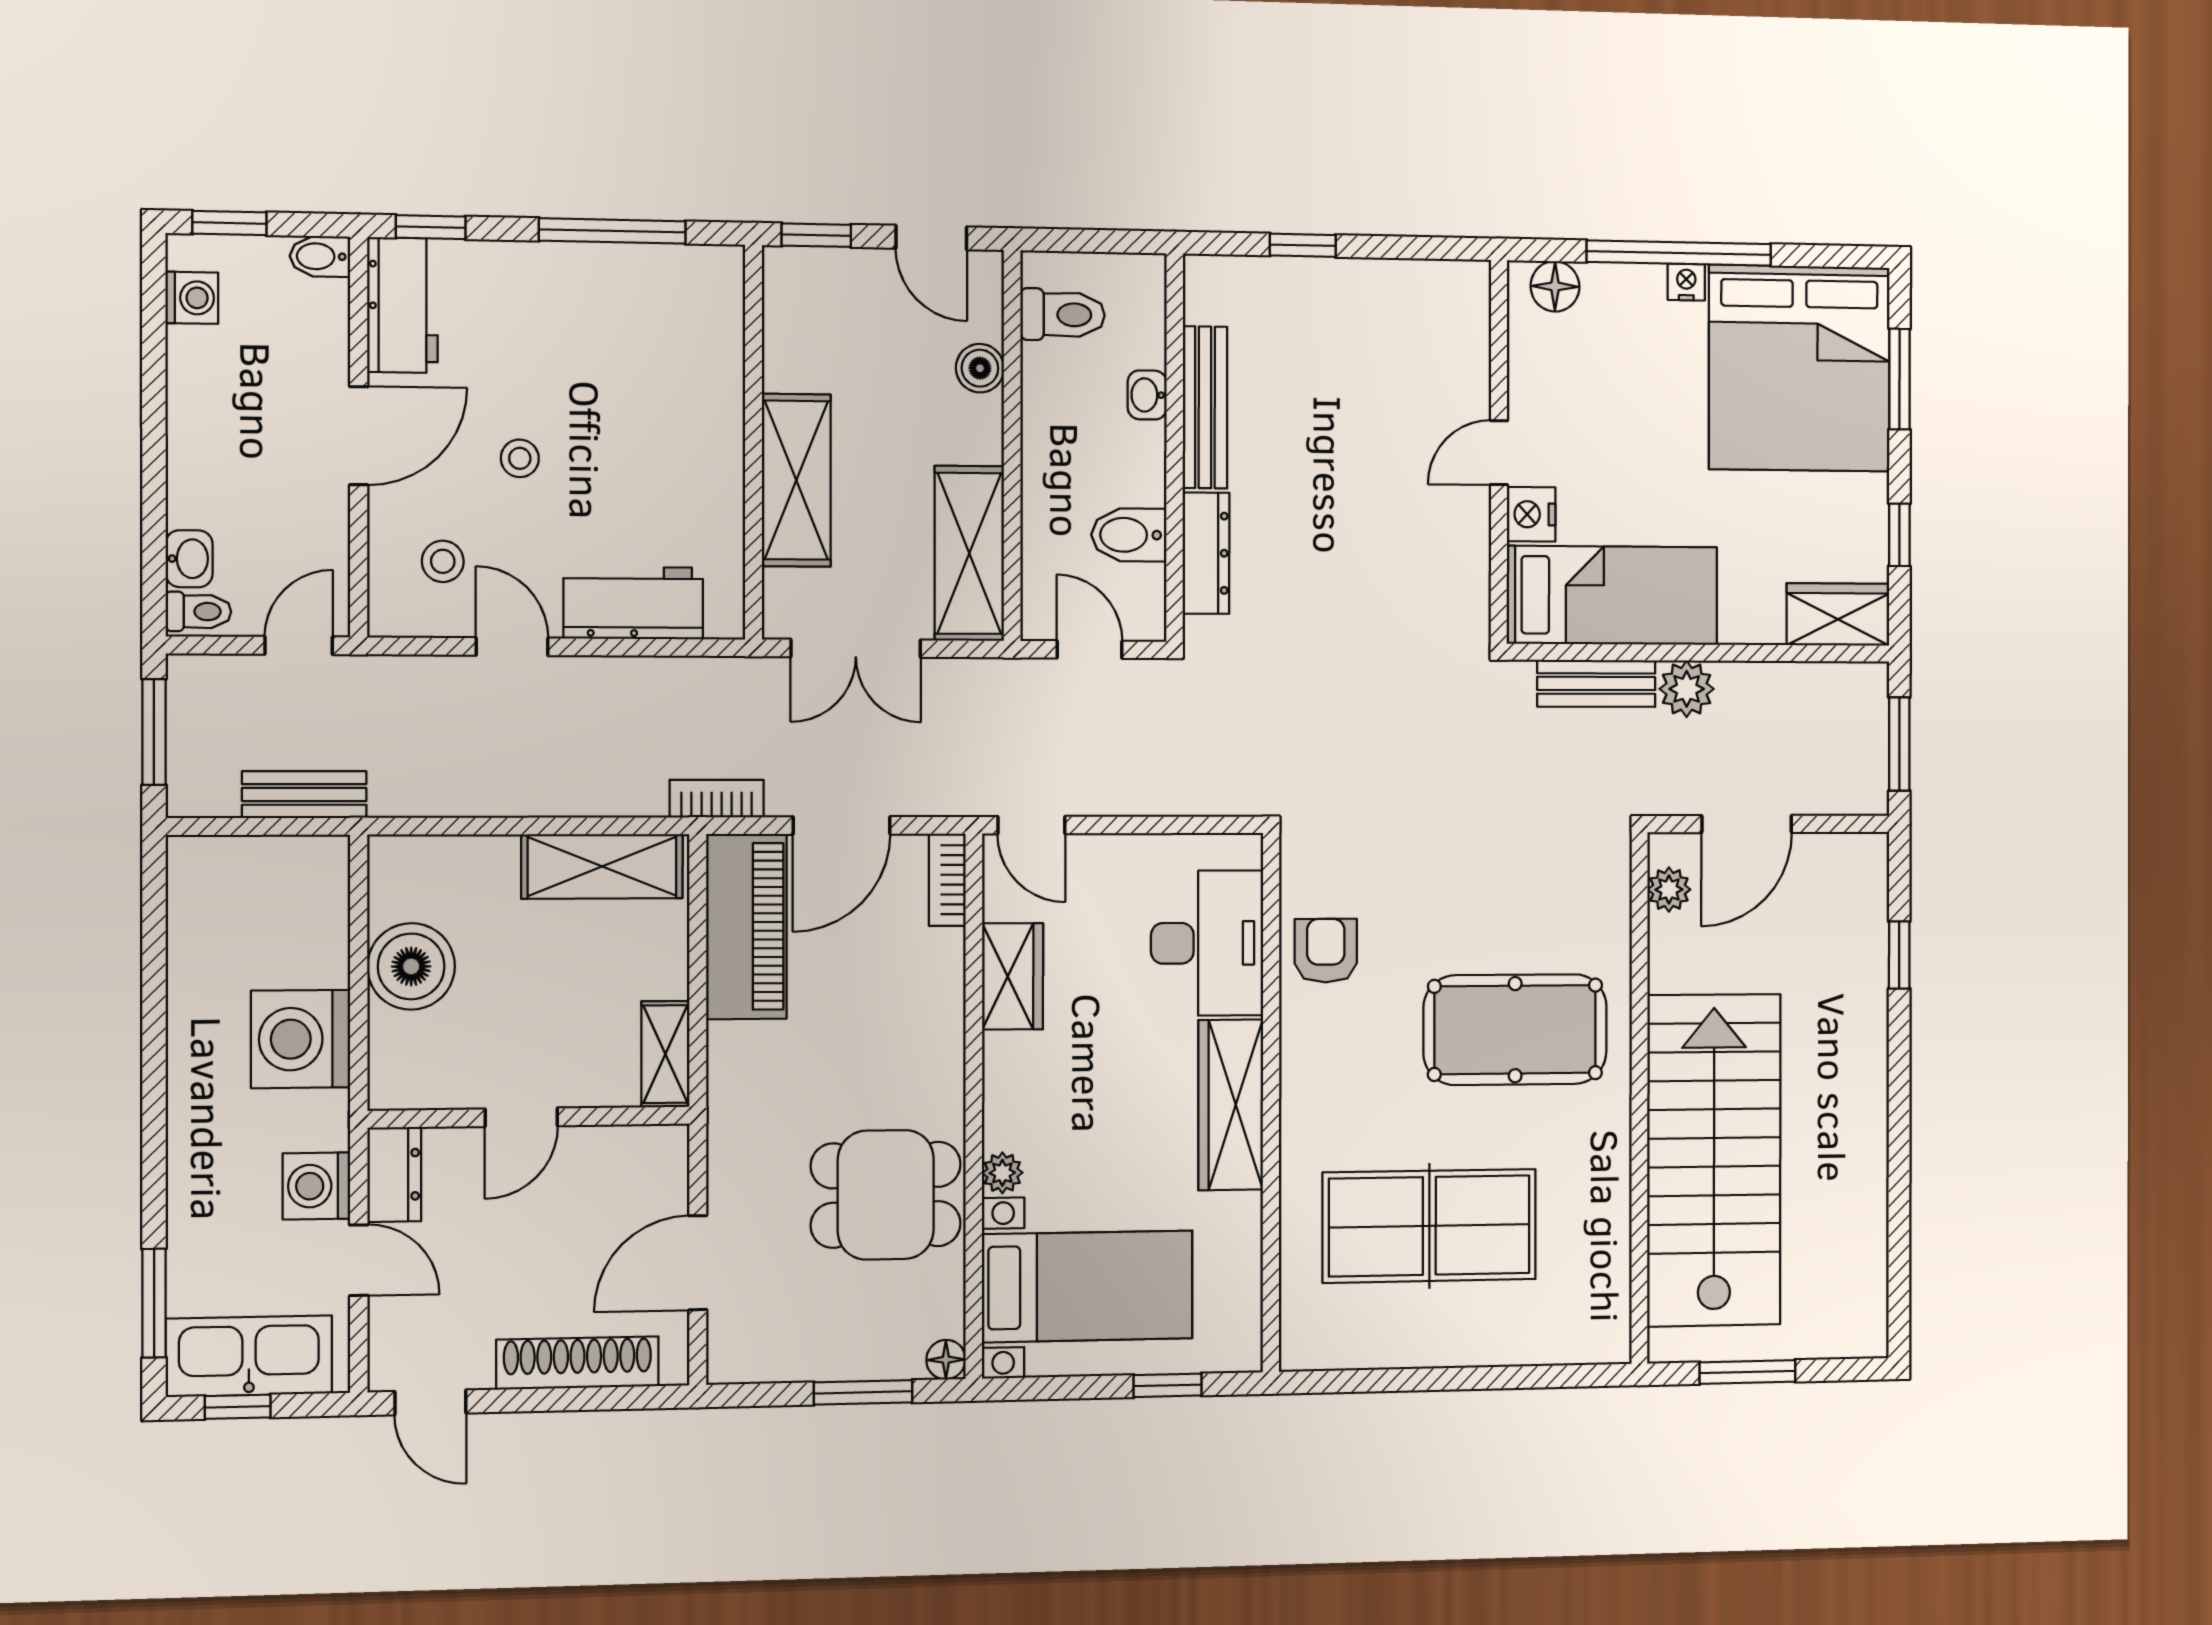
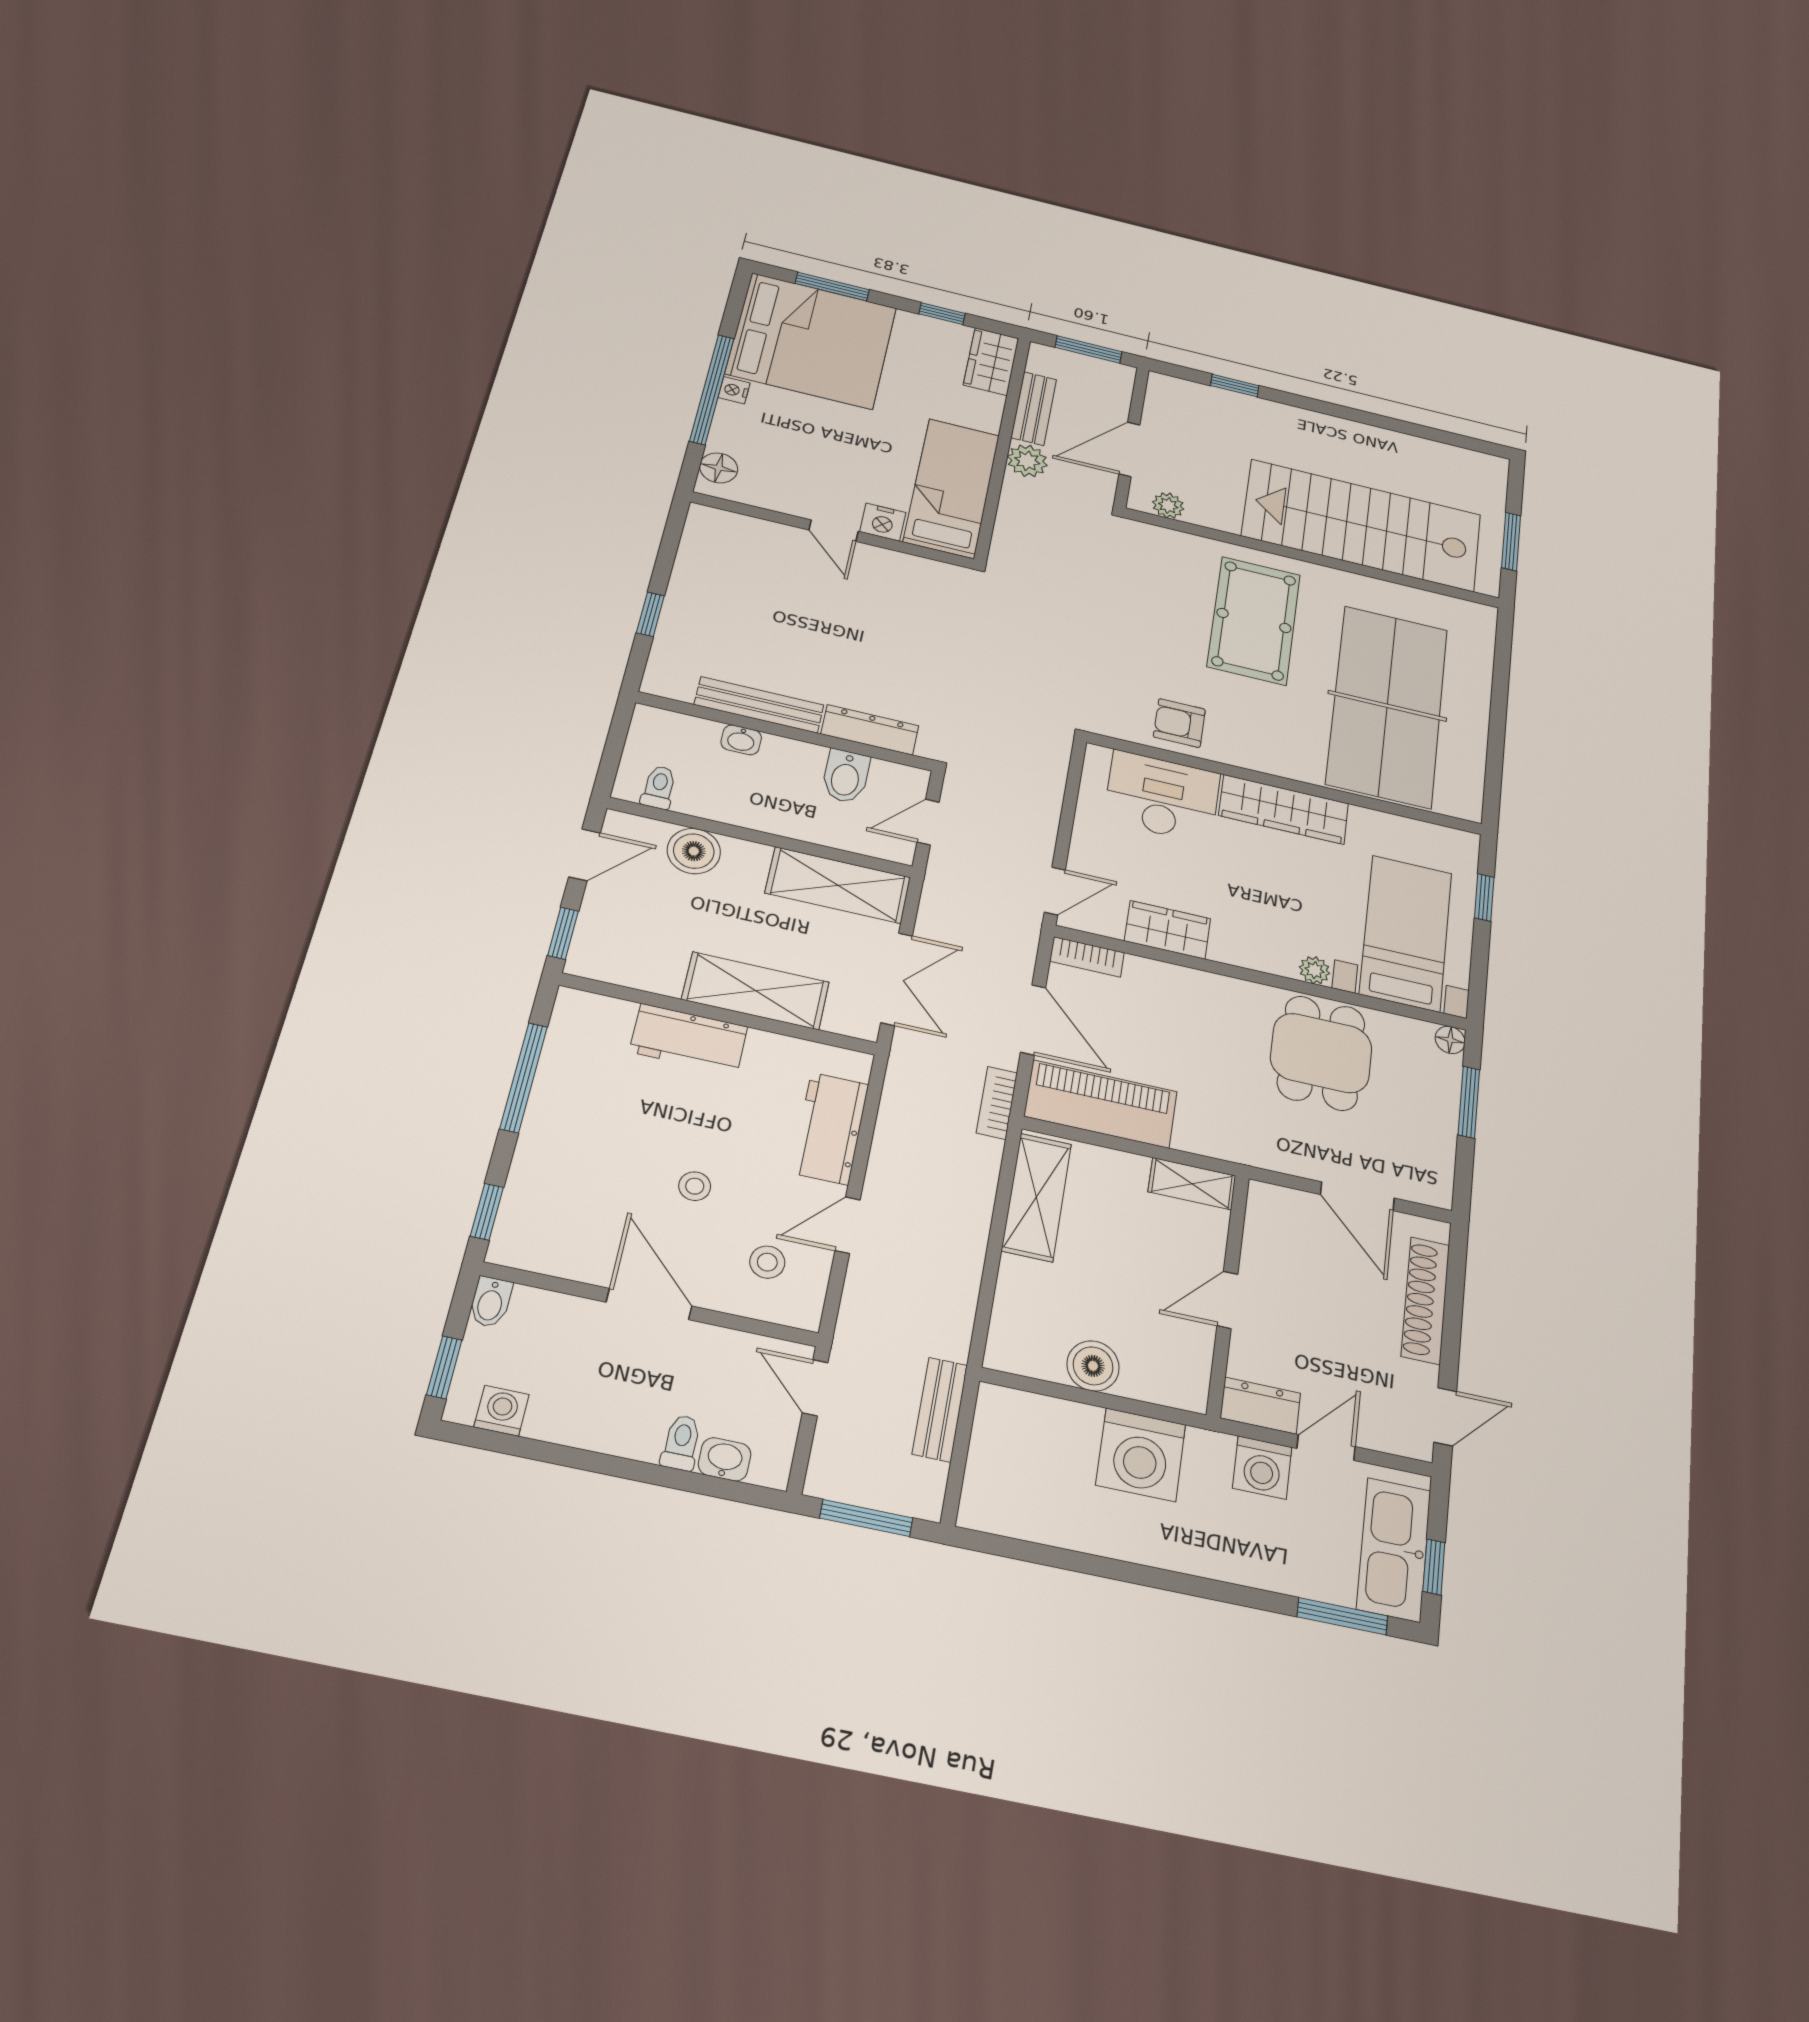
workbench: (403, 305) -> (689, 1039), moved, turned 180
toilet: (1063, 315) -> (659, 787), width x0.73, depth x0.72
boiler: (980, 368) -> (694, 851), width x1.36, depth x1.36
toilet: (198, 612) -> (681, 1443), moved
bench: (1596, 684) -> (1034, 408), moved
door: (1747, 824) -> (1129, 449), swing flipped
boiler: (411, 966) -> (1093, 1366), width x0.73, depth x0.73
door: (521, 1117) -> (1227, 1300), swing flipped
table tennis table: (1429, 1226) -> (1387, 706), width x1.36, depth x1.32

